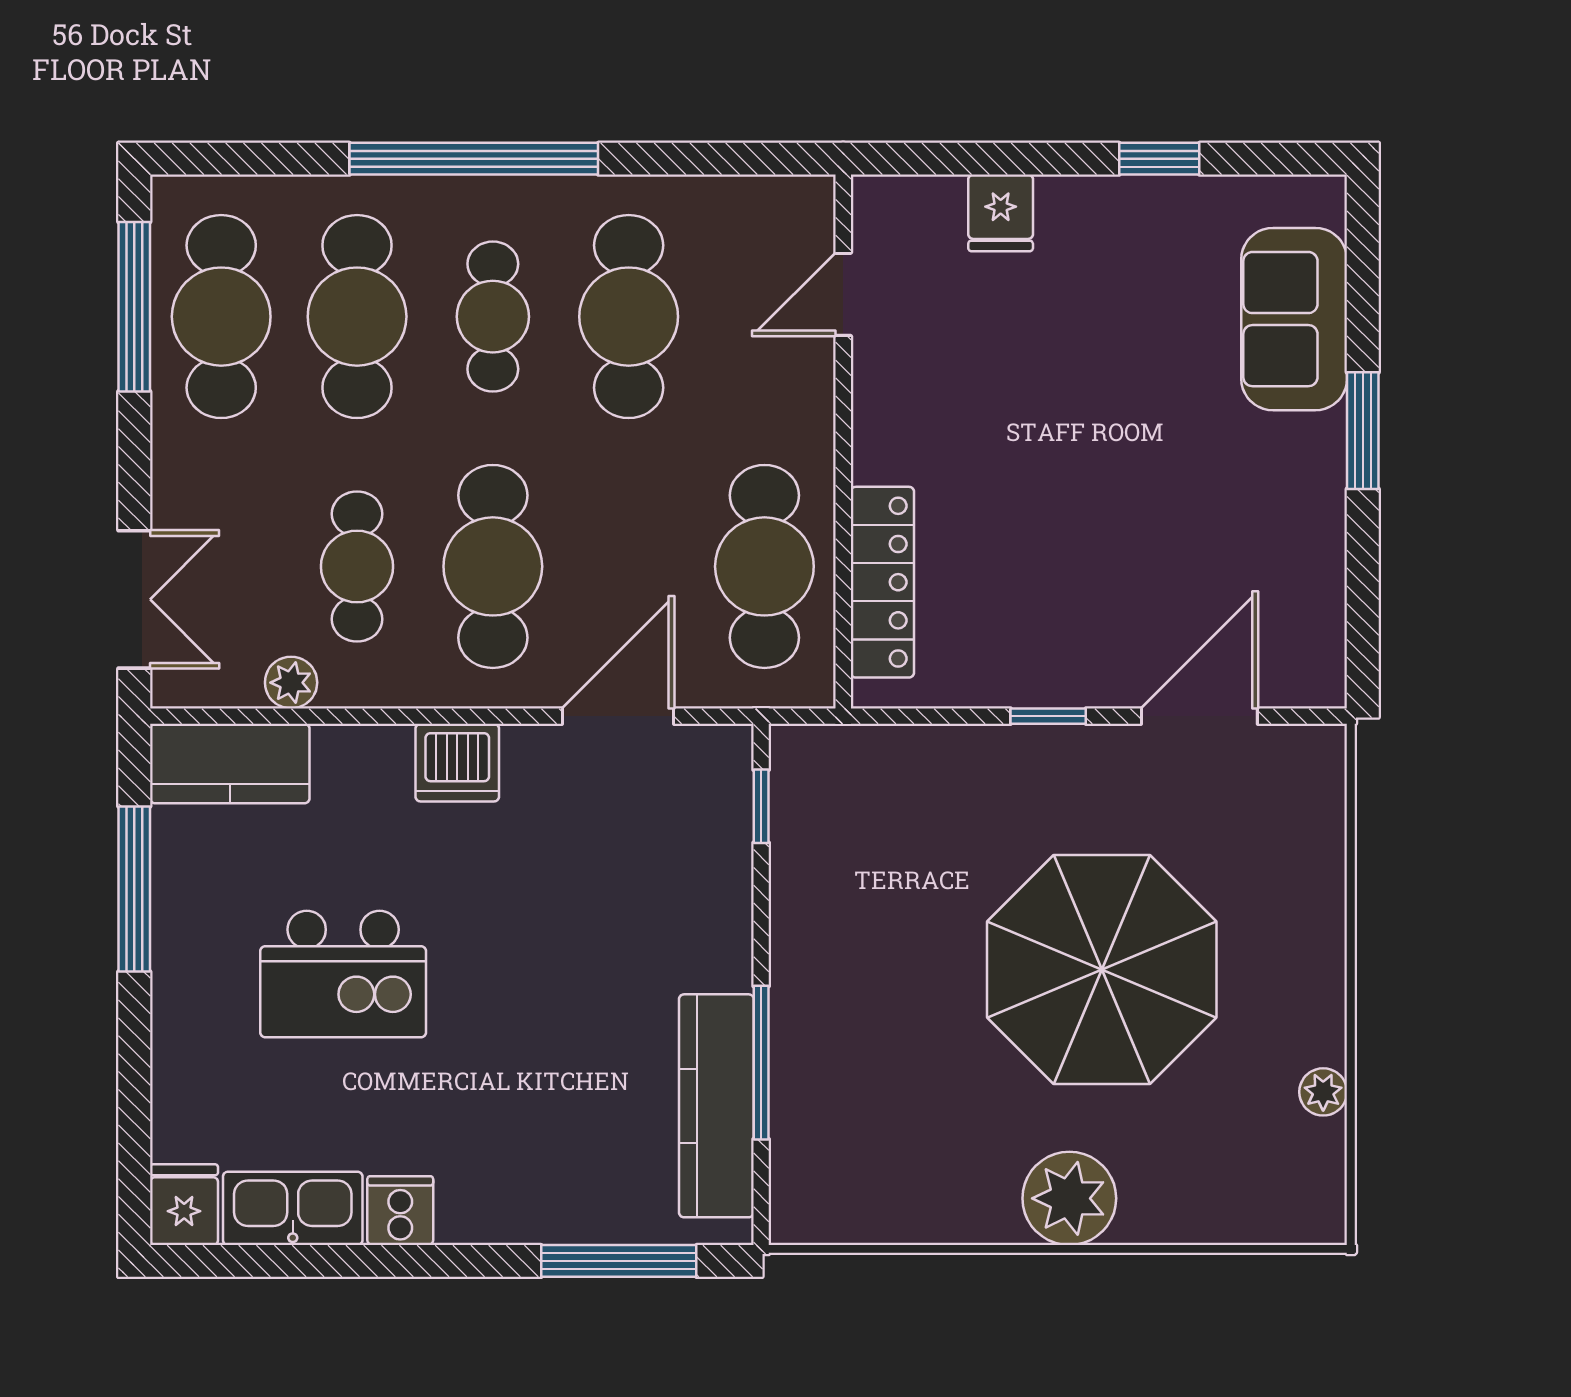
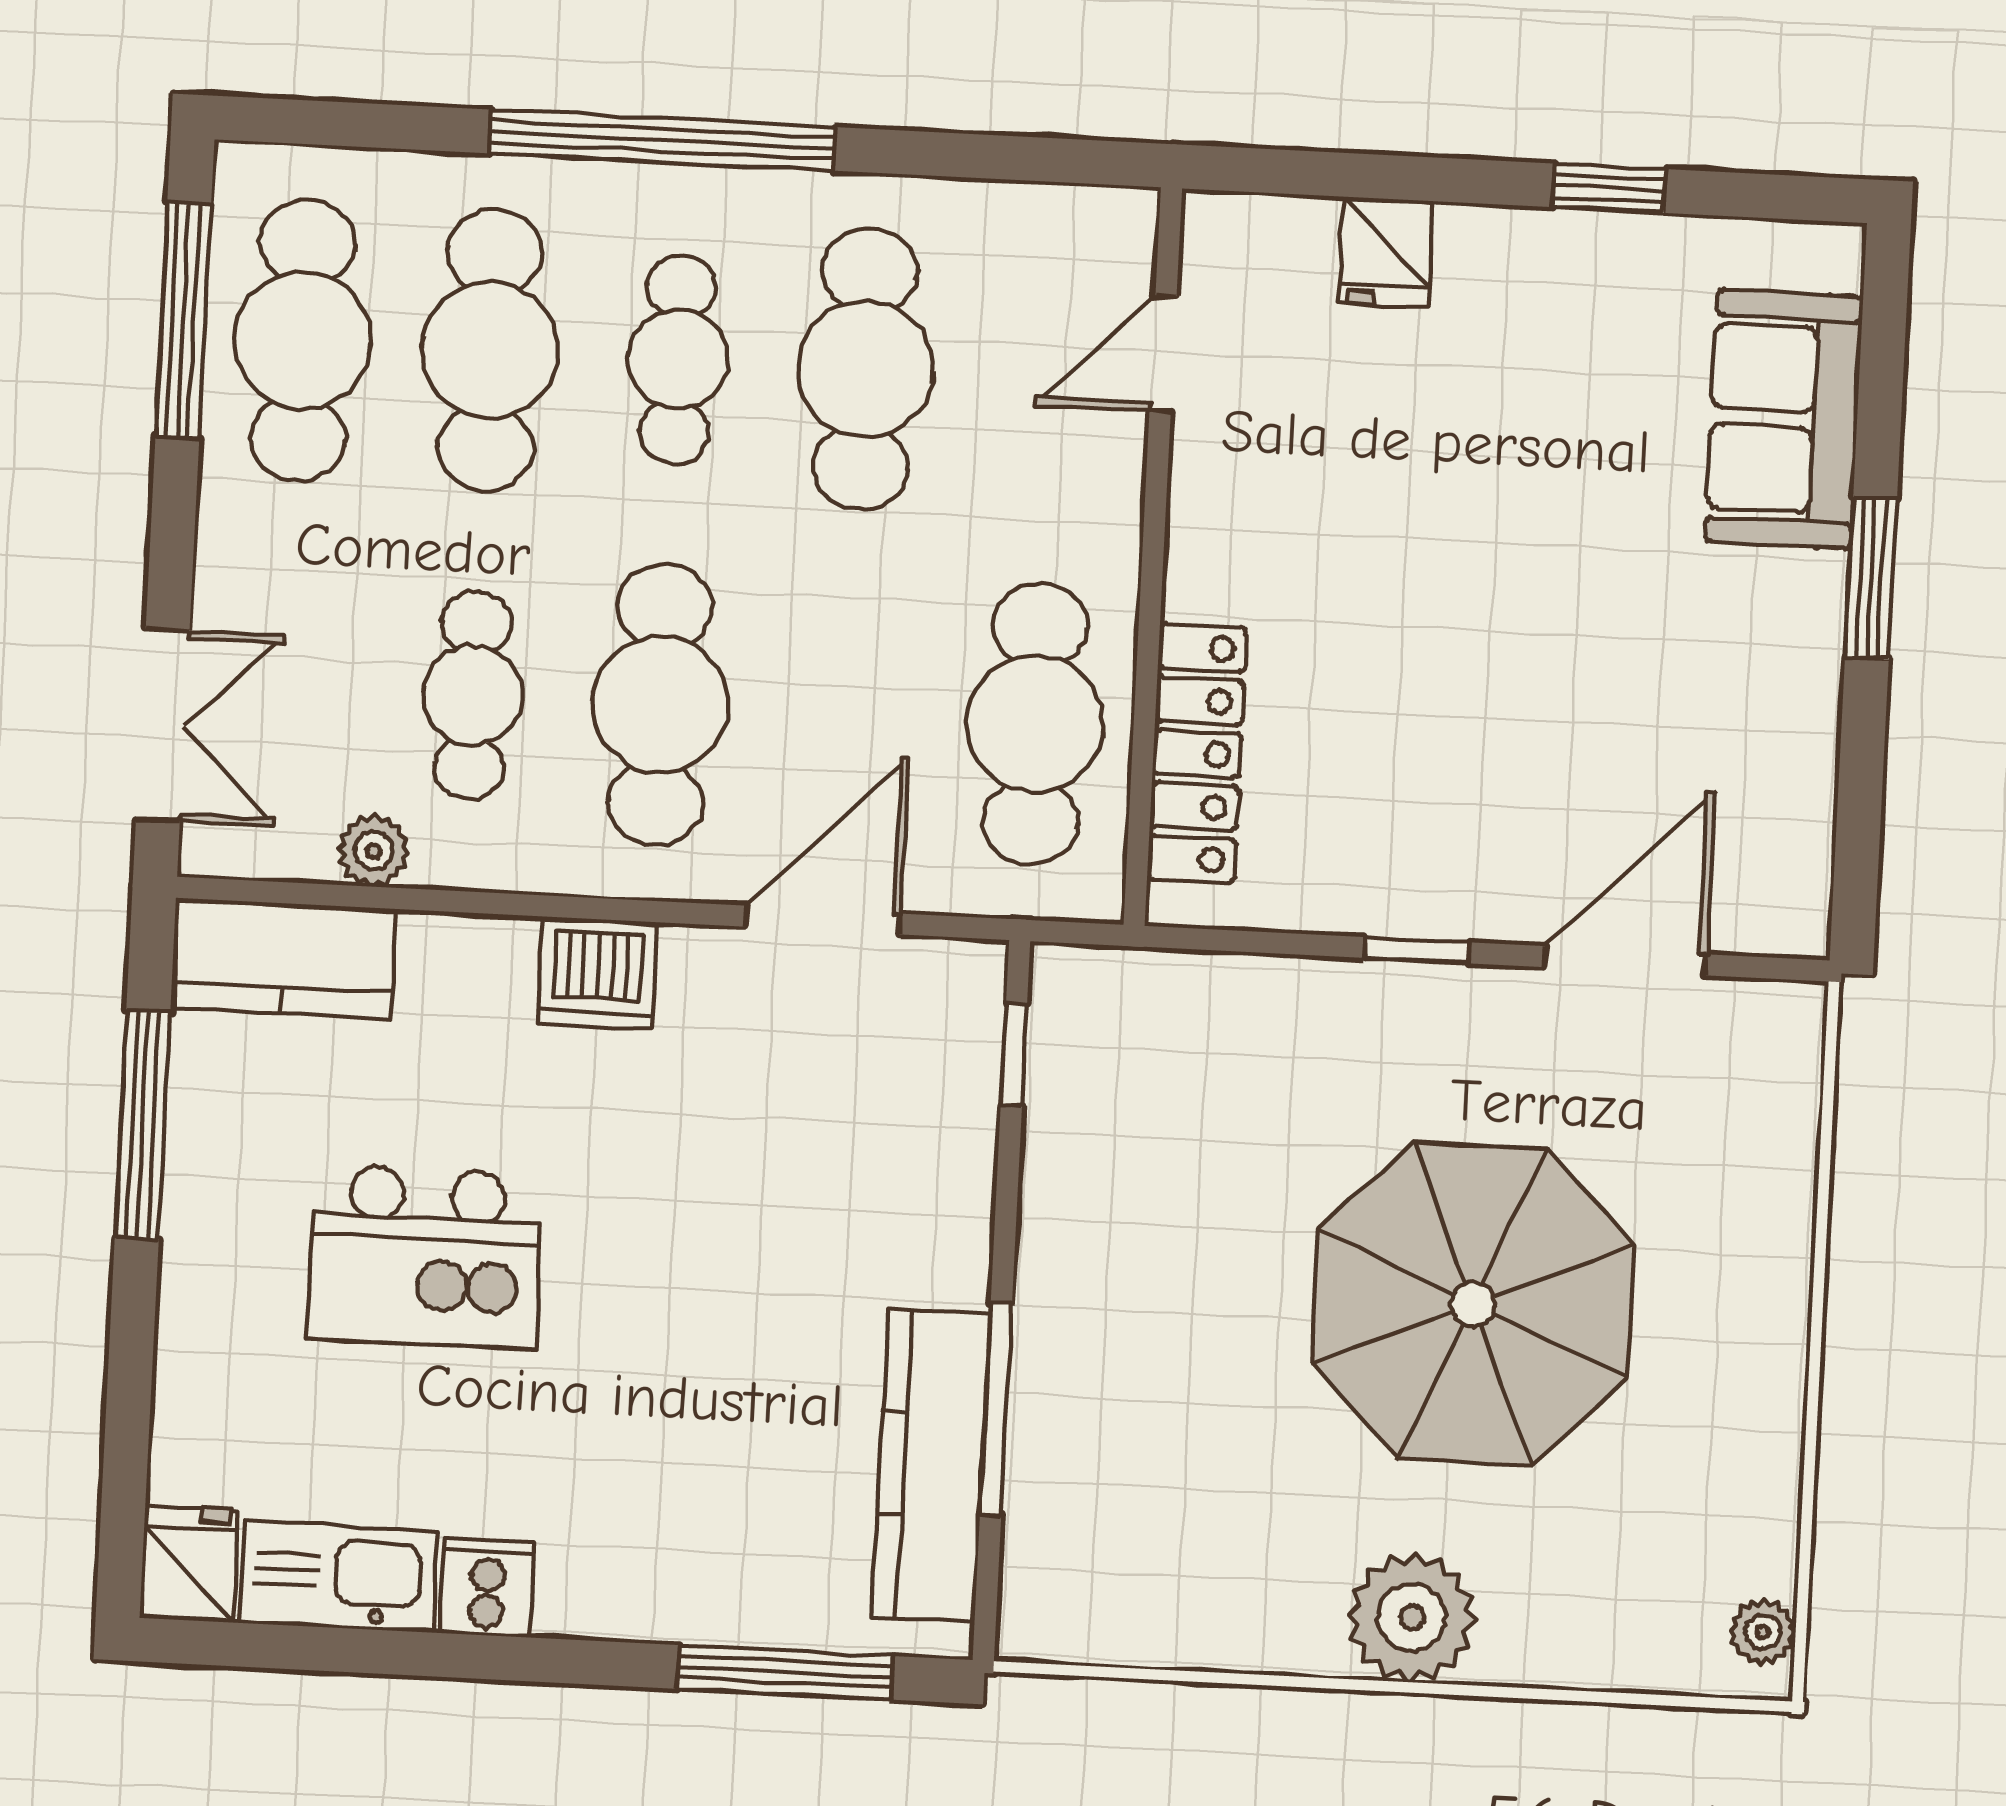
plant: (1323, 1092) -> (1763, 1632), moved

